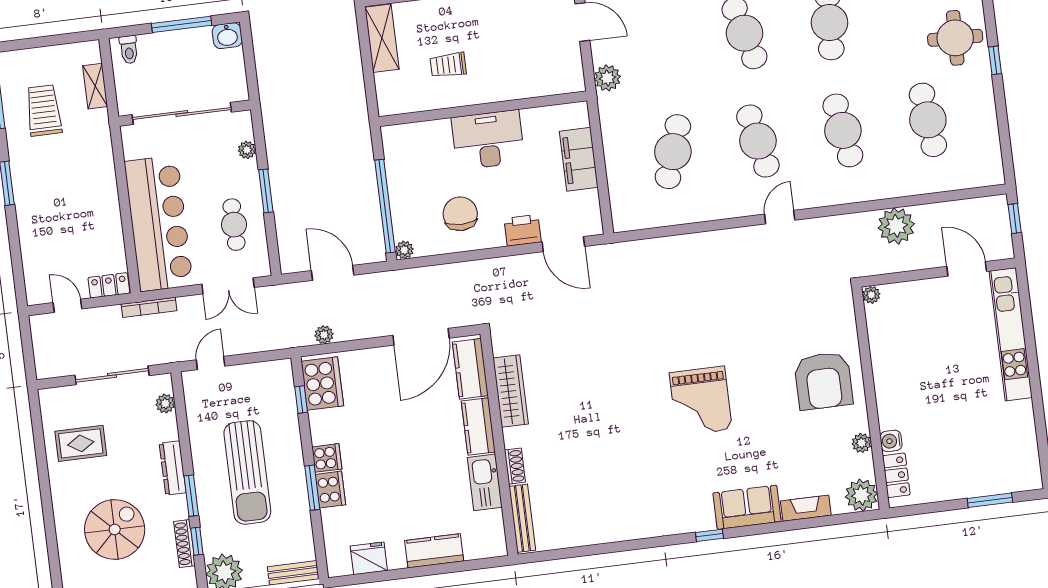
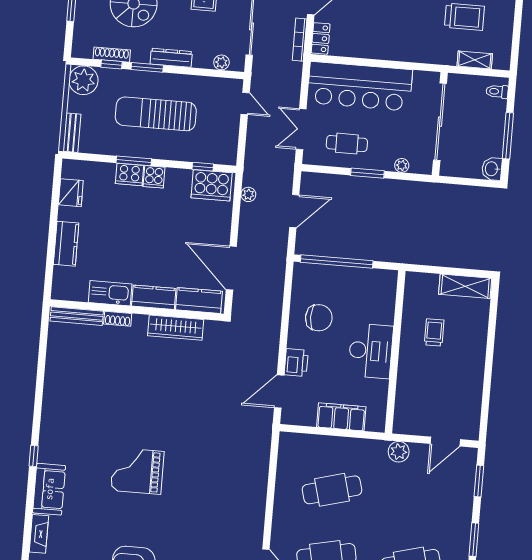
cafe table: (673, 152) -> (332, 490), turned -33
plant: (404, 250) -> (300, 269), removed
bookcase: (149, 307) -> (300, 40), moved

